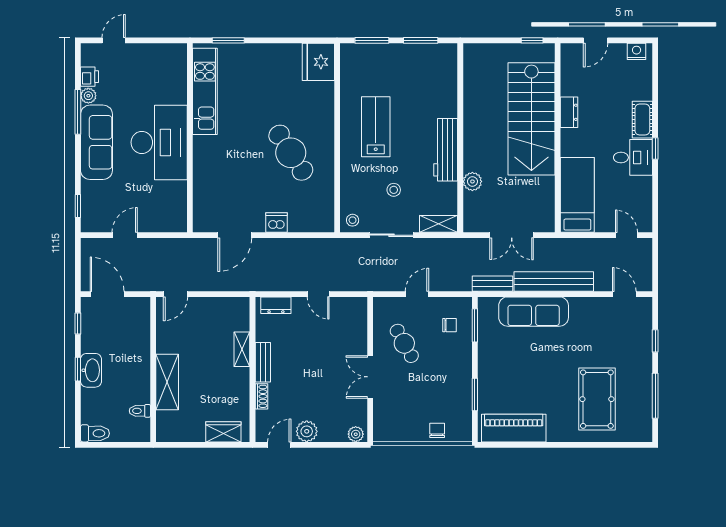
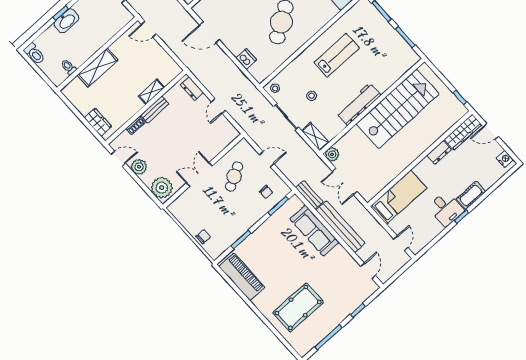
wardrobe: (571, 69) -> (463, 132), added
stairs: (531, 119) -> (398, 109), moved, turned 180
plant: (472, 181) -> (332, 154), moved
dishwasher: (277, 222) -> (246, 59), moved
plant: (356, 434) -> (162, 188), width x1.87, depth x1.87

